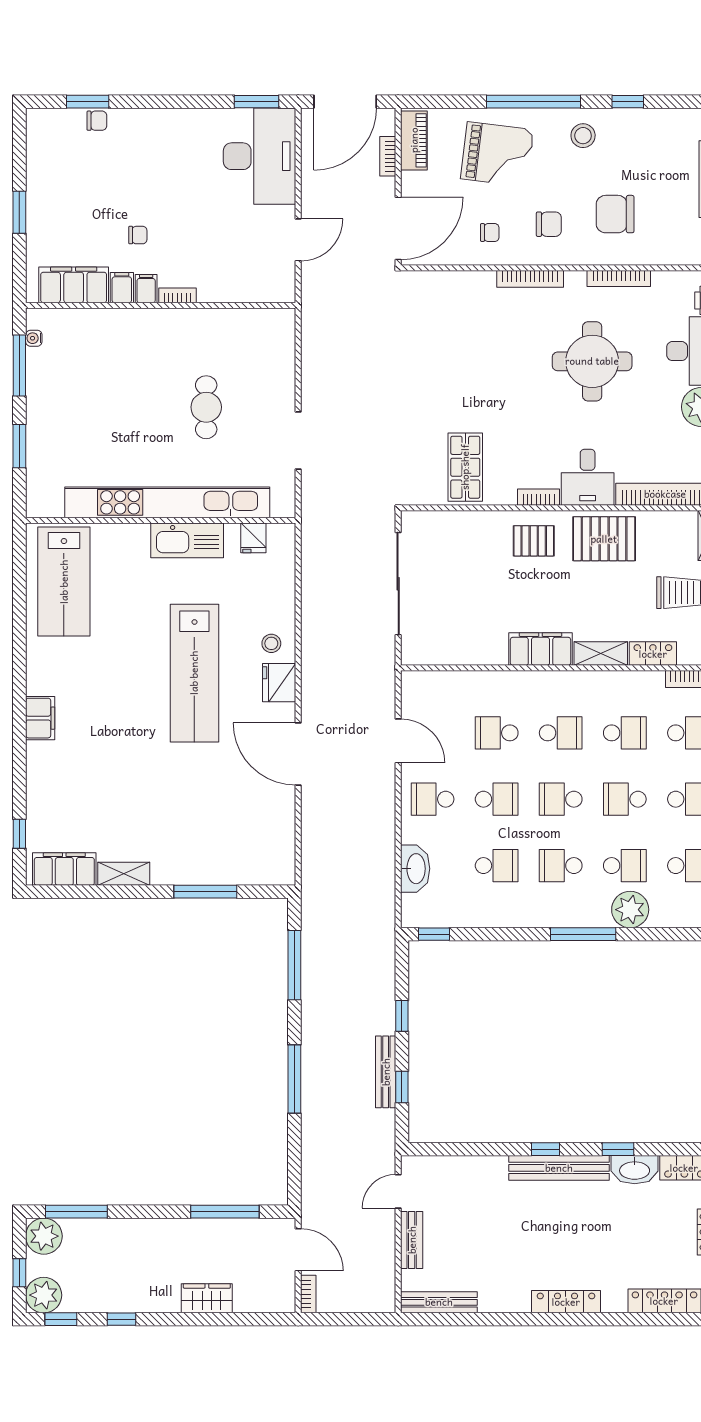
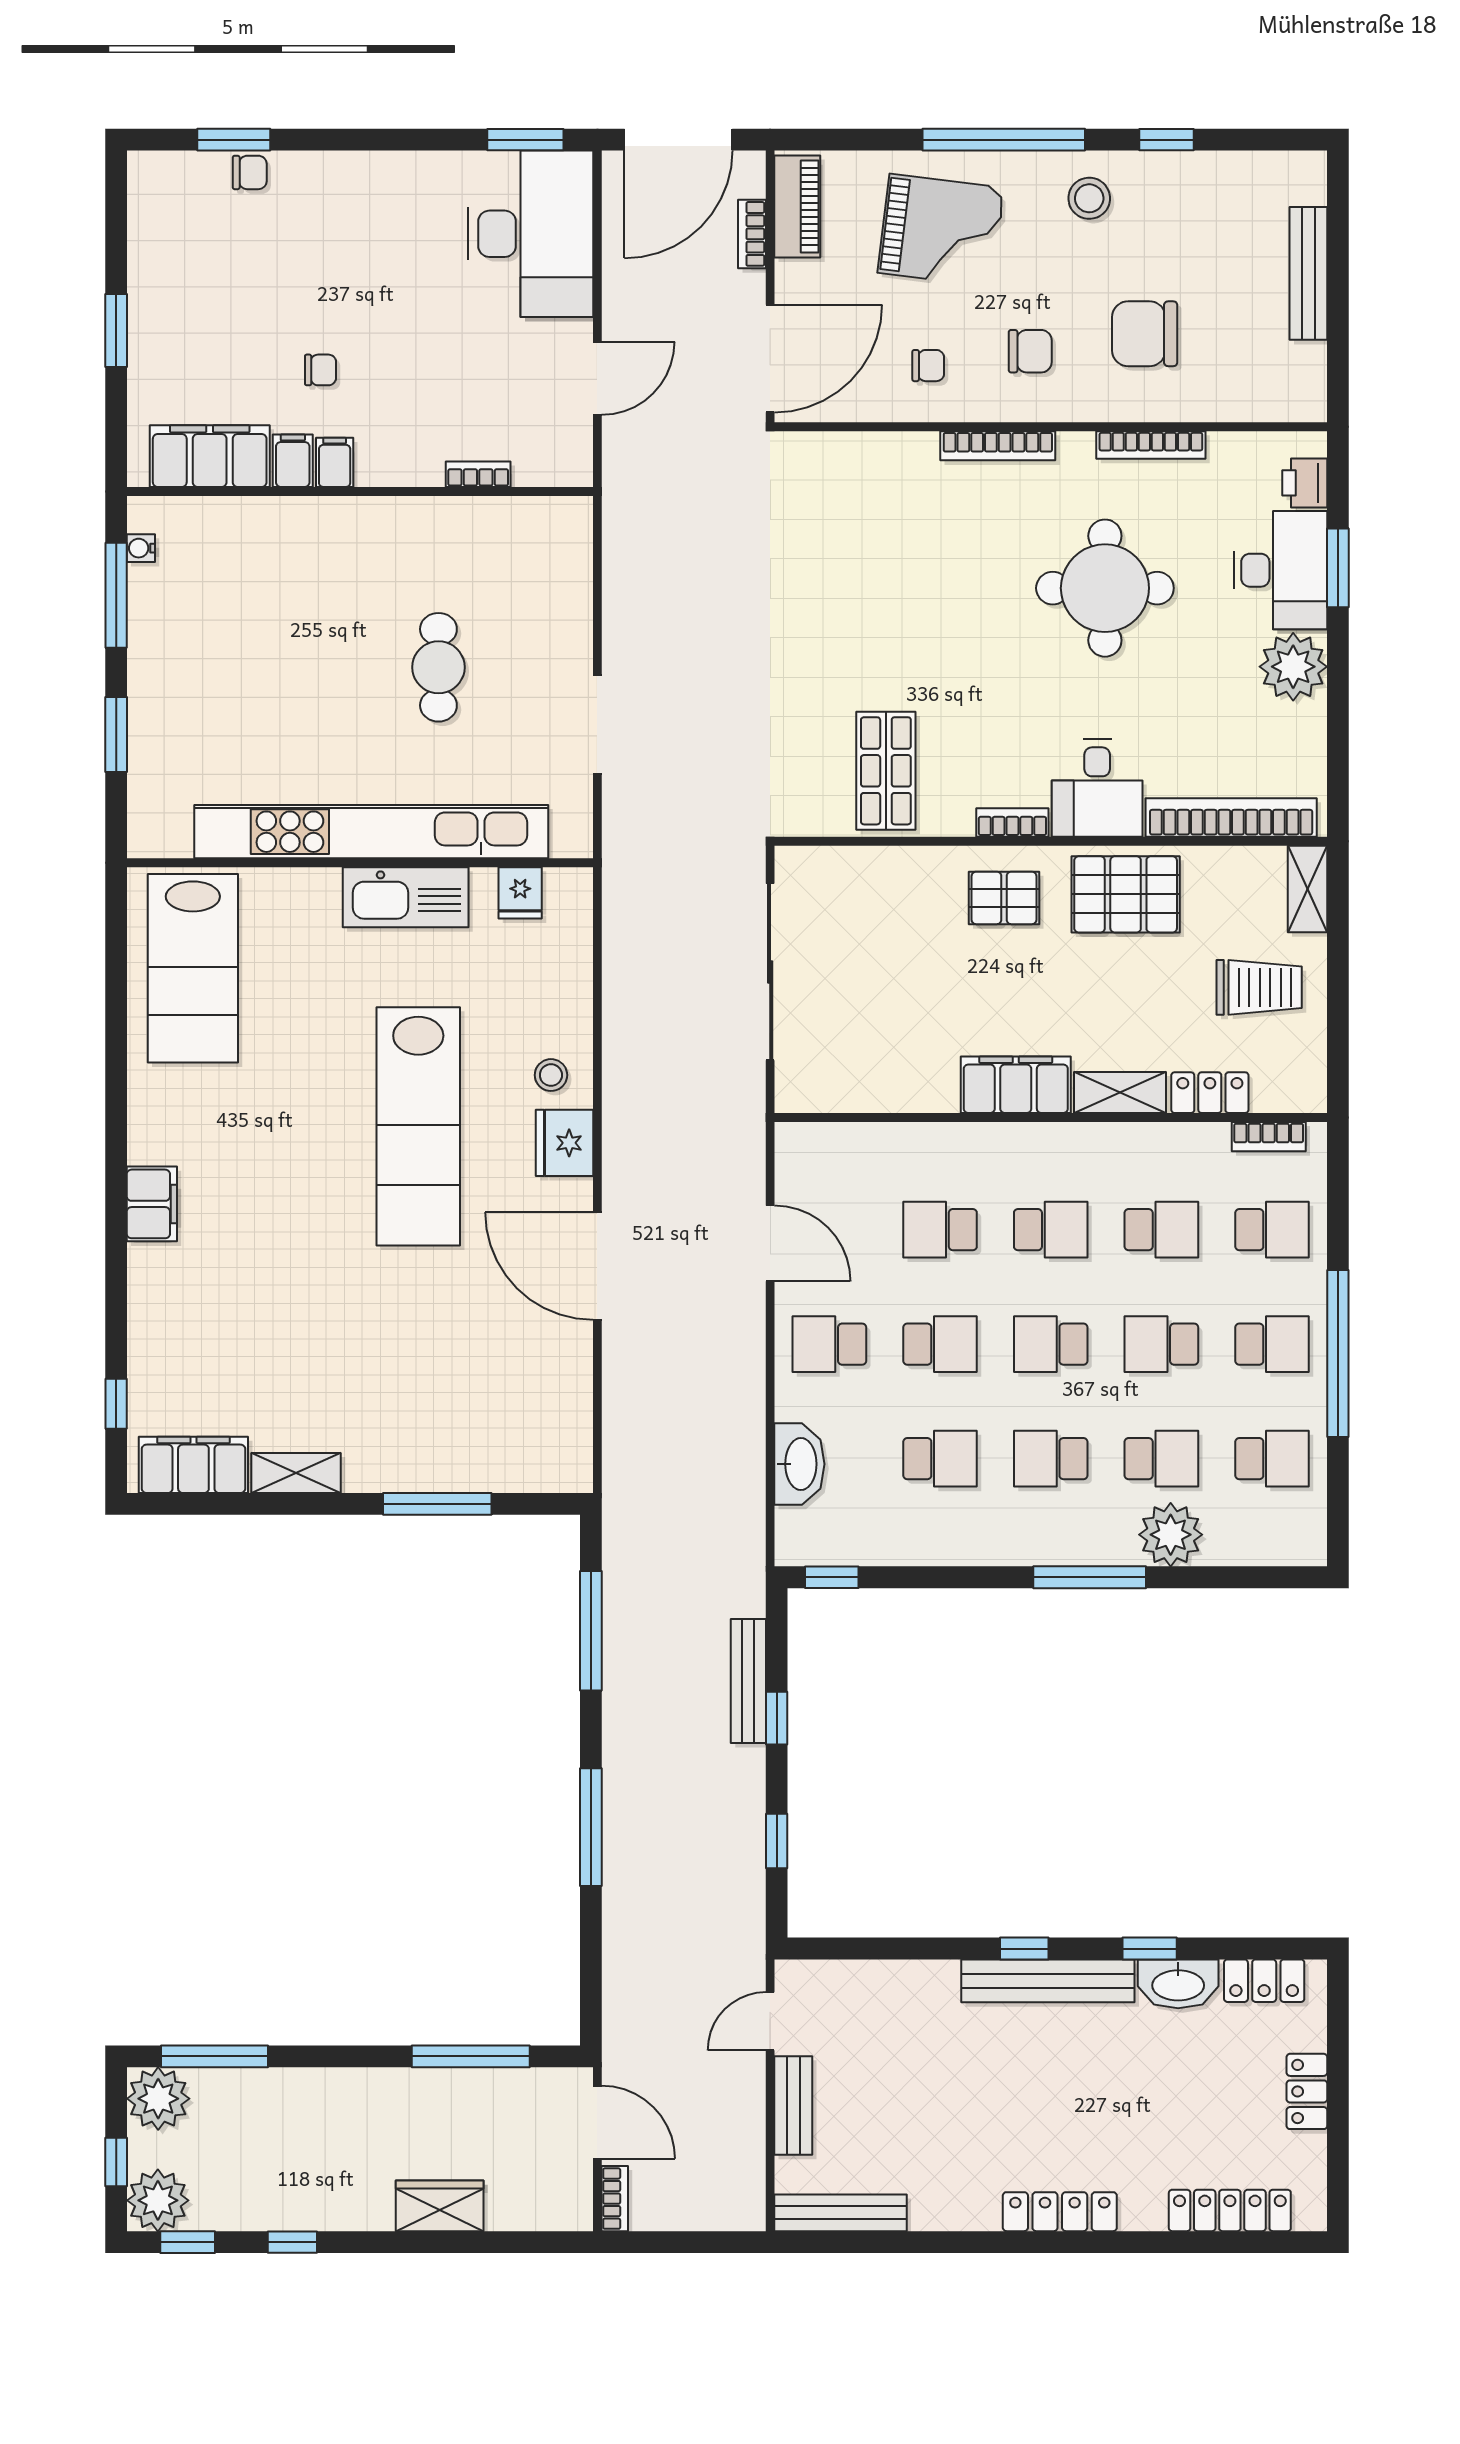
bookcase: (177, 295) -> (478, 474), moved
bench: (386, 1072) -> (748, 1681), moved

